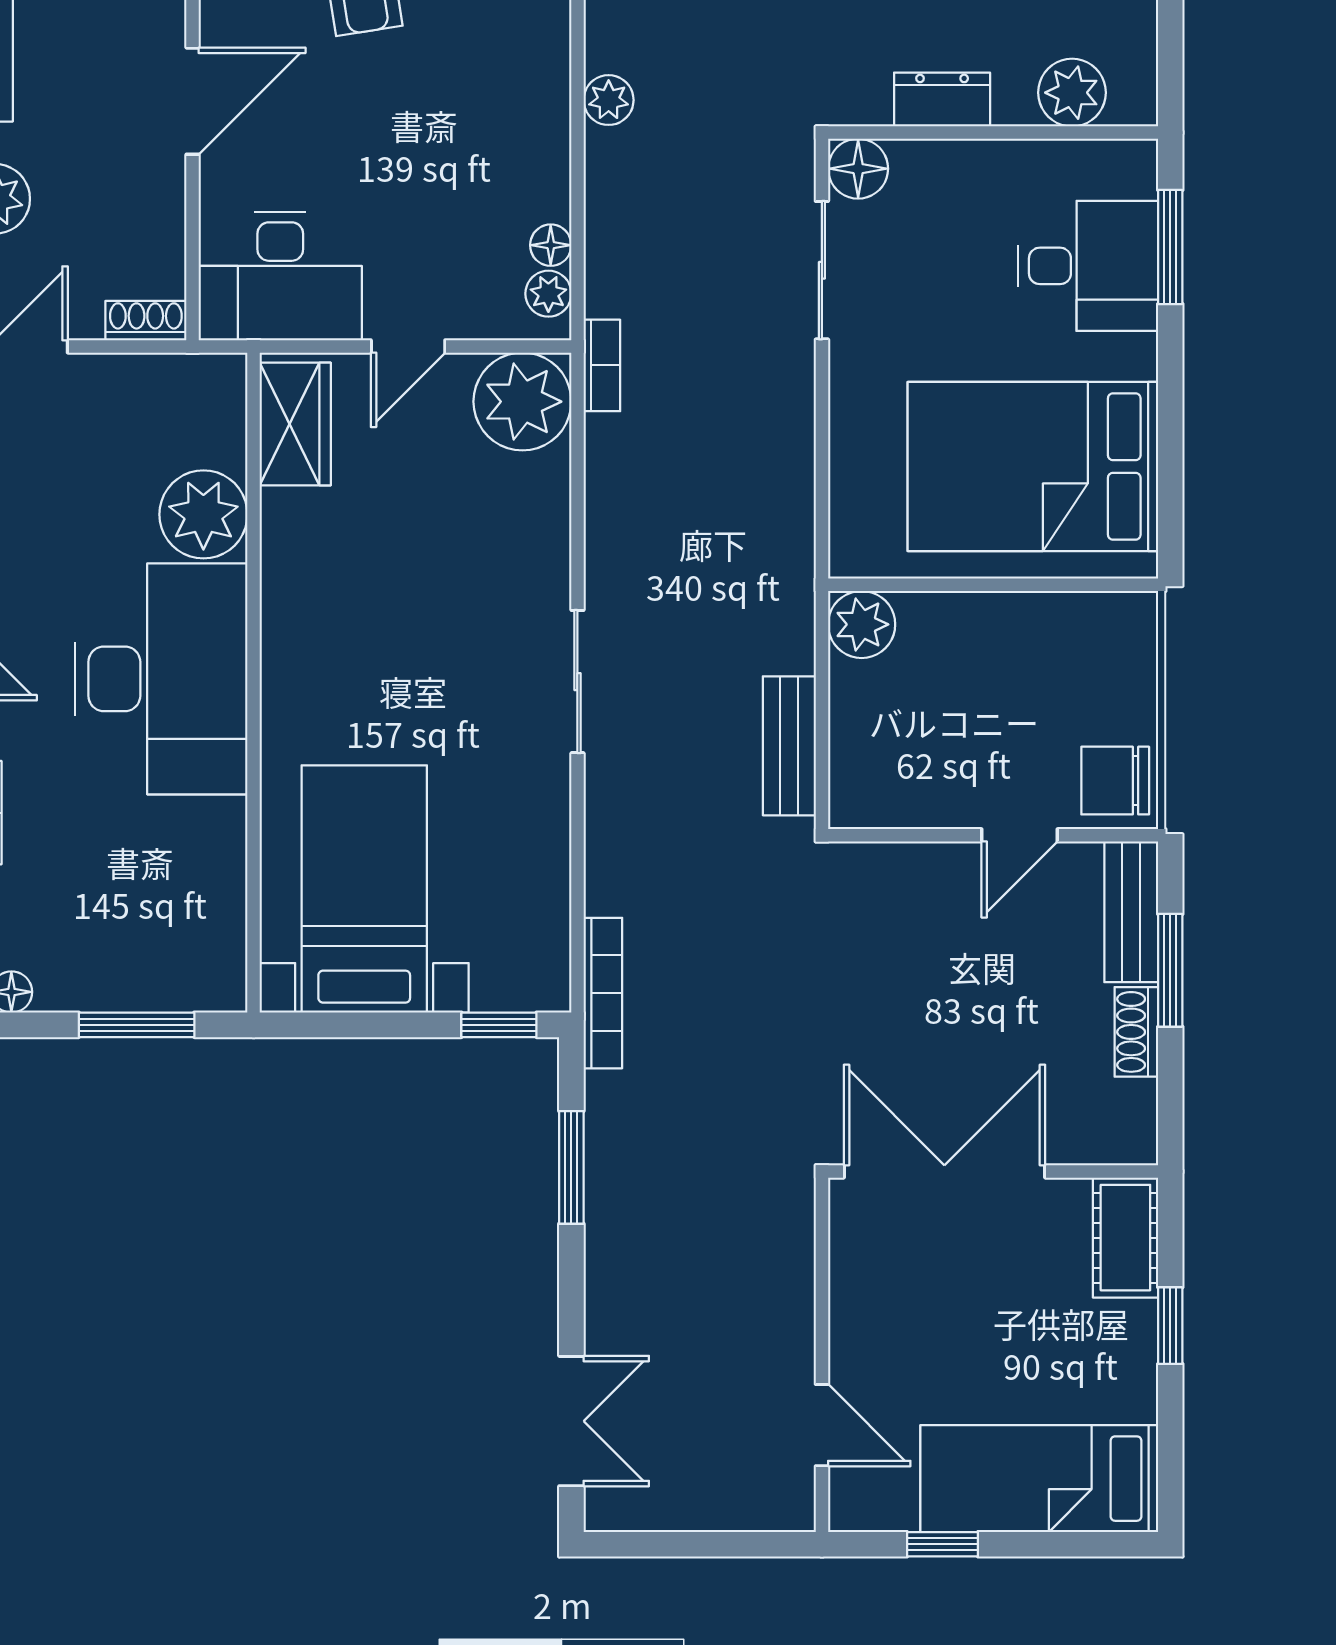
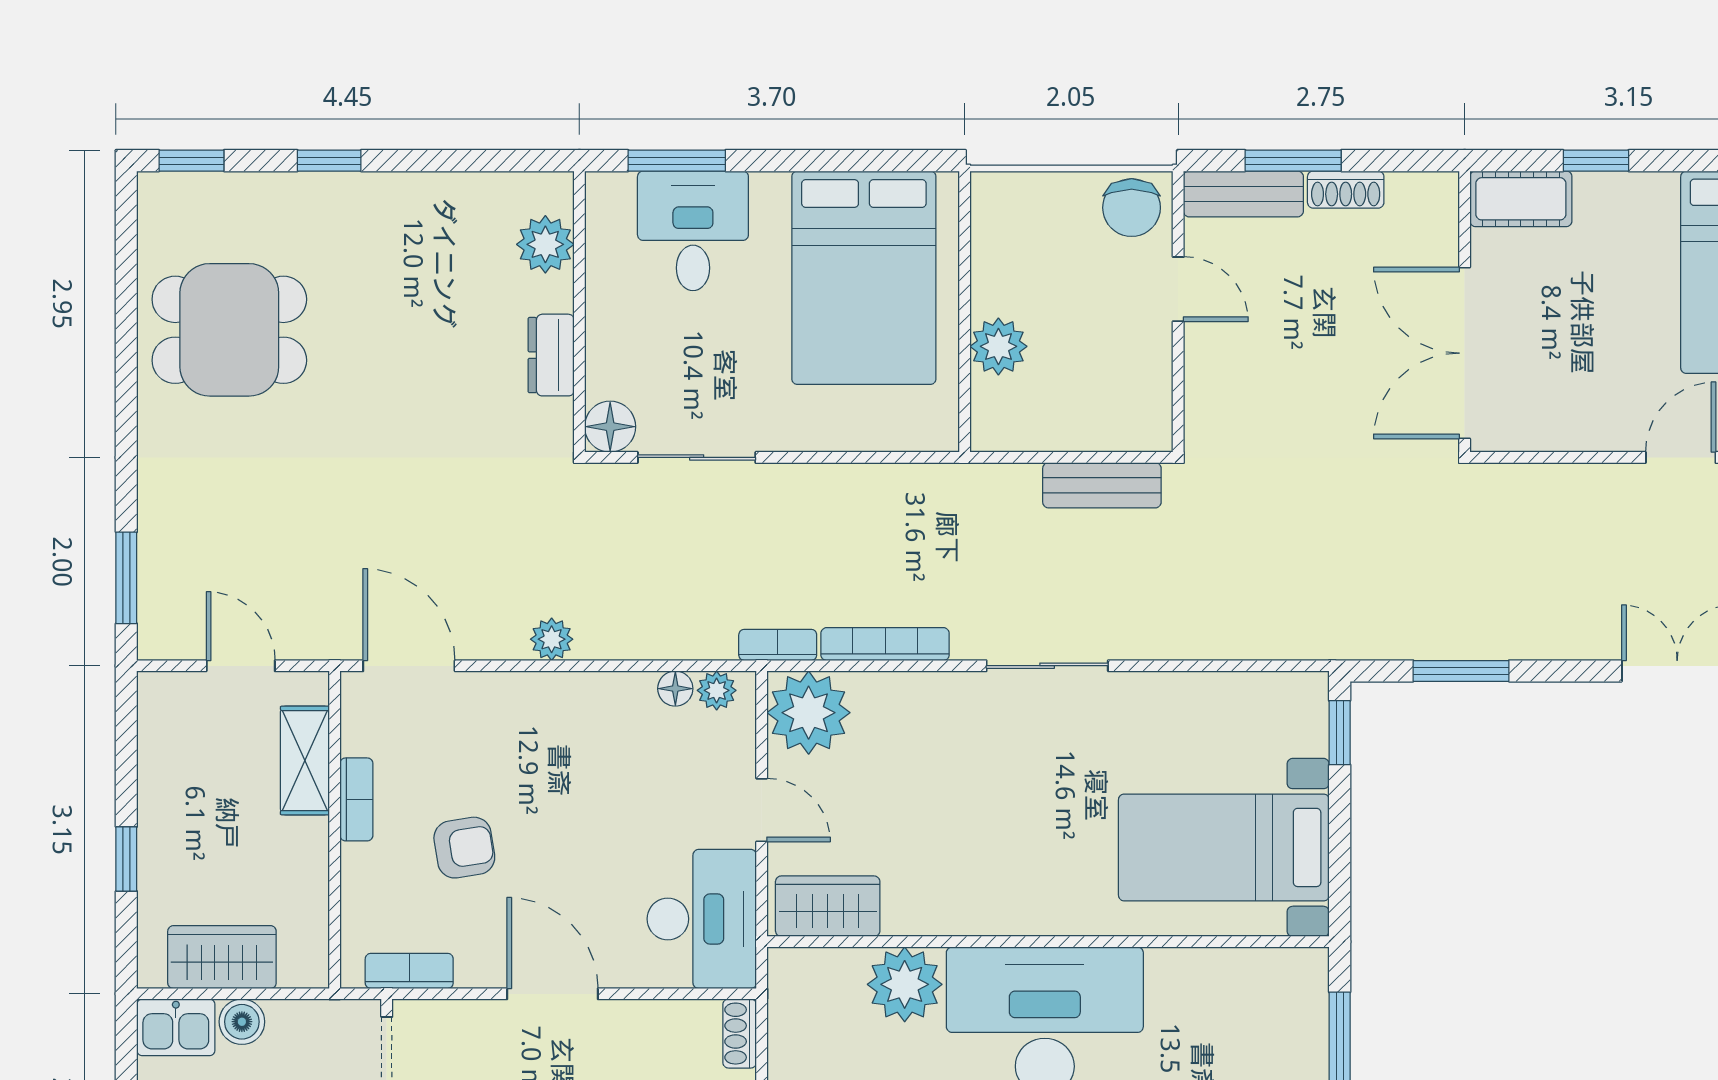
plant: (862, 624) -> (998, 346), moved
bookcase: (603, 993) -> (885, 644), moved

